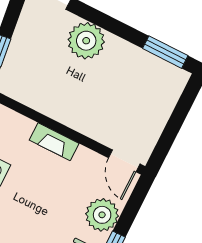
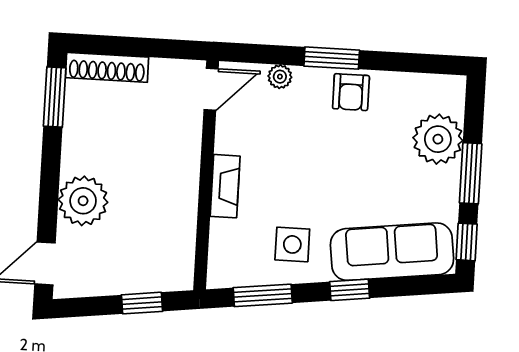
shoe rack: (170, 96) -> (107, 67), added
plant: (102, 215) -> (280, 77), width x0.53, depth x0.53

